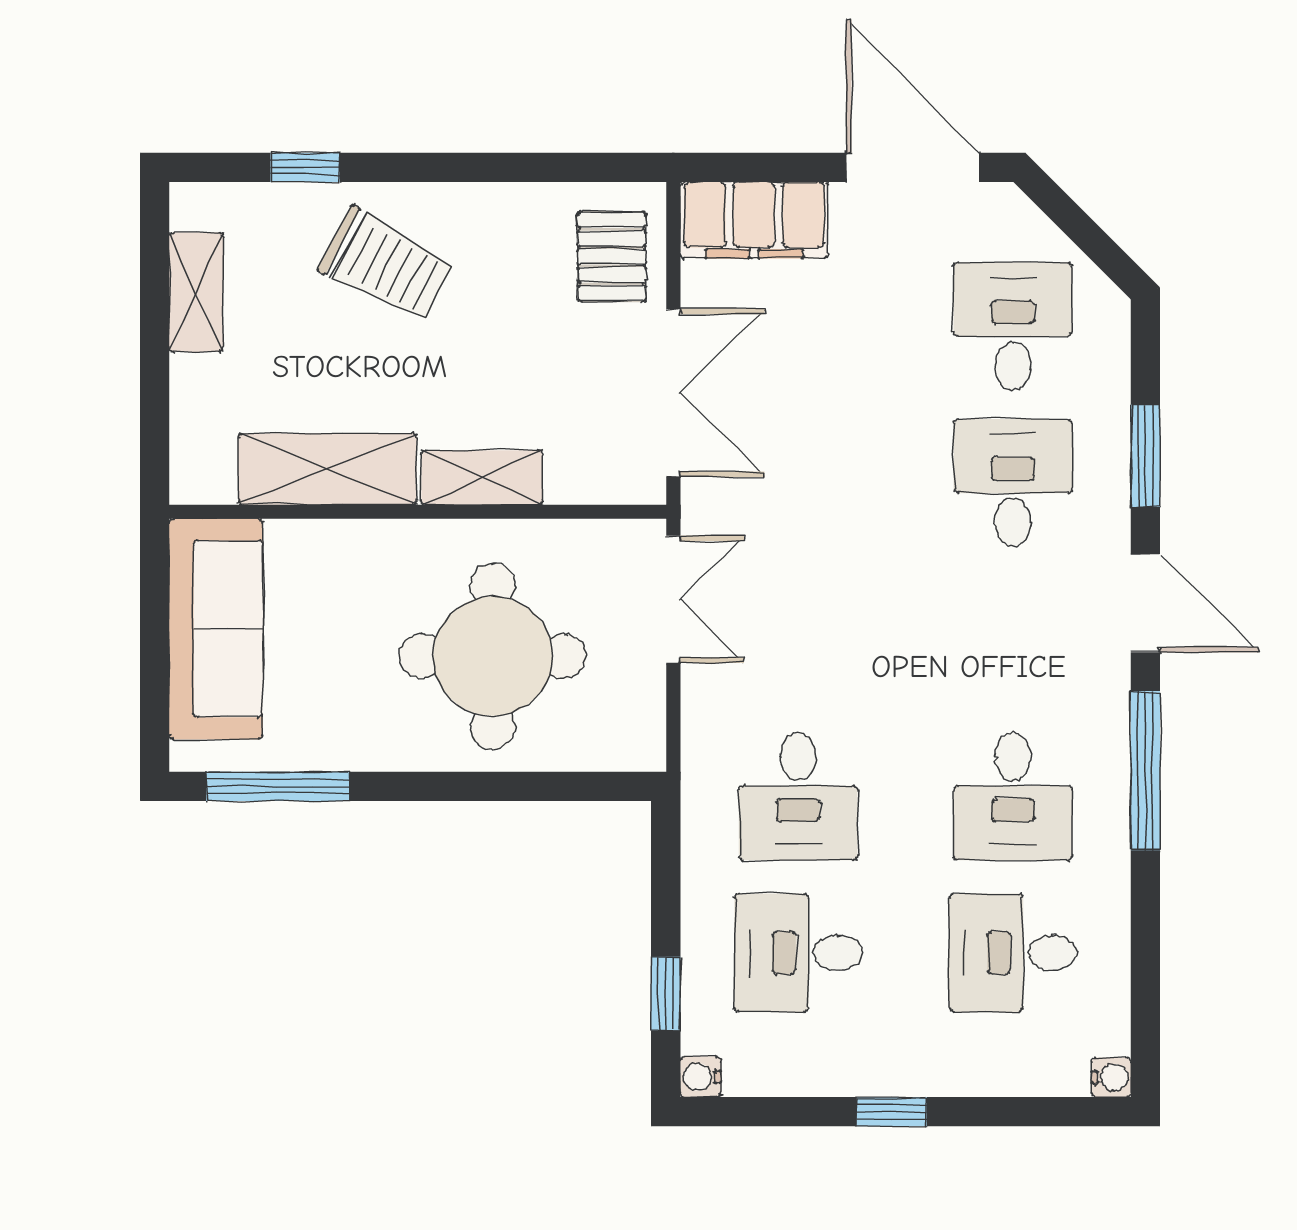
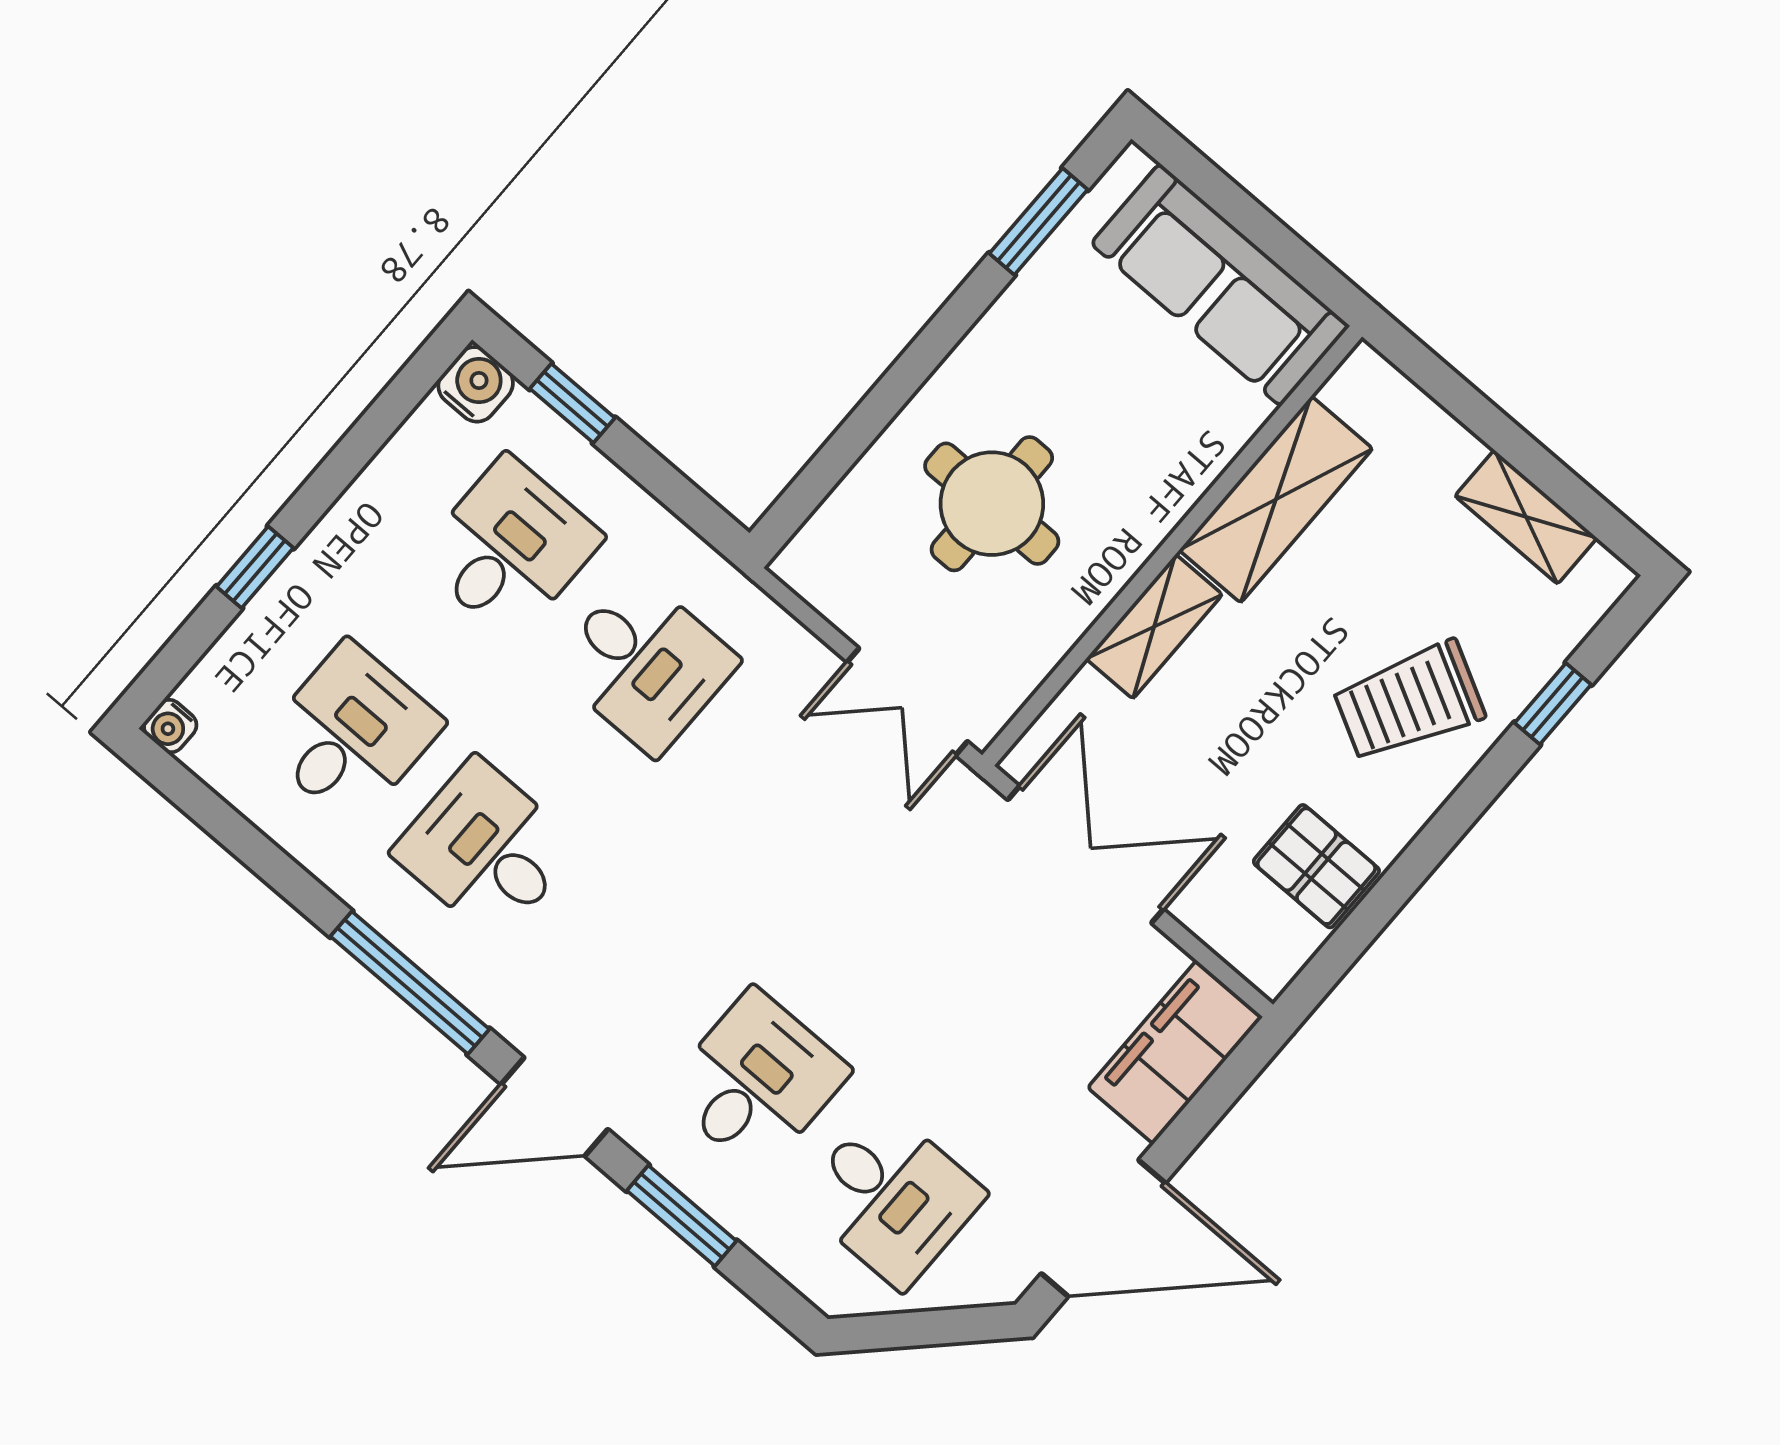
pallet: (612, 257) -> (1316, 866), moved
double door: (673, 393) -> (1086, 855), swing flipped
desk: (1013, 483) -> (756, 1081), turned -90
round table: (493, 656) -> (992, 504), width x0.73, depth x0.73
window: (278, 786) -> (1039, 222), width x0.69
desk: (798, 796) -> (645, 664), turned 180
water cooler: (701, 1077) -> (476, 384), width x1.38, depth x1.38
window: (892, 1112) -> (255, 567), moved

